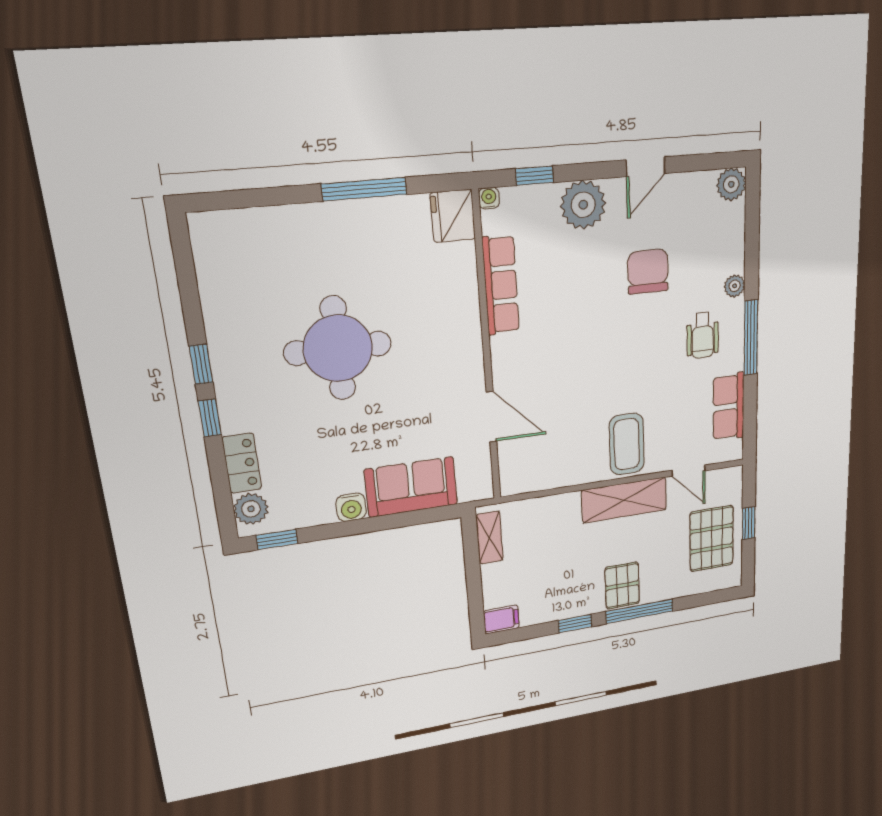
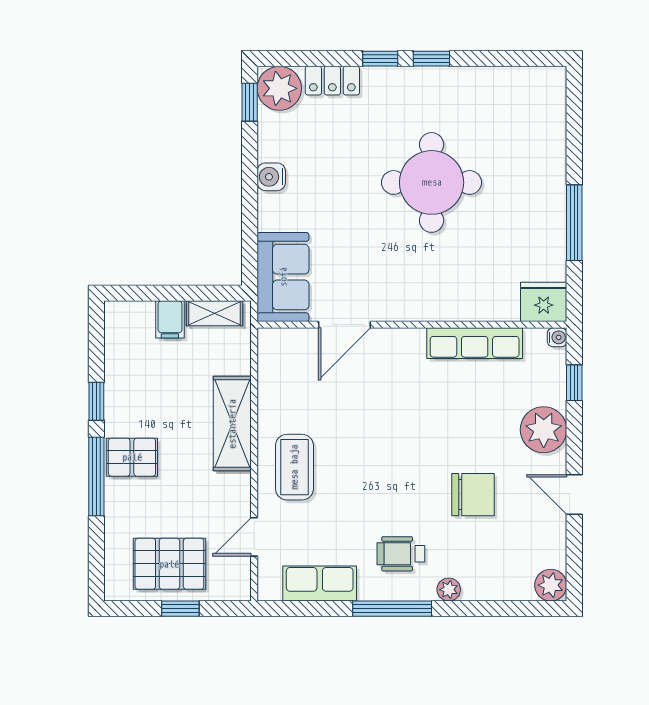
coffee table: (627, 444) -> (294, 467), turned 90
sofa: (411, 487) -> (283, 277), moved
shelving: (624, 500) -> (232, 424), moved
plant: (251, 509) -> (279, 88), width x1.36, depth x1.36
filing cabinet: (501, 619) -> (170, 319), moved

